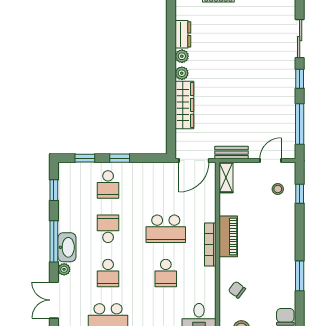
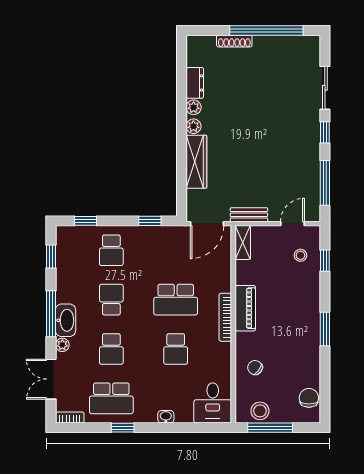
window: (120, 158) -> (150, 221), moved
window: (300, 276) -> (325, 329), moved

